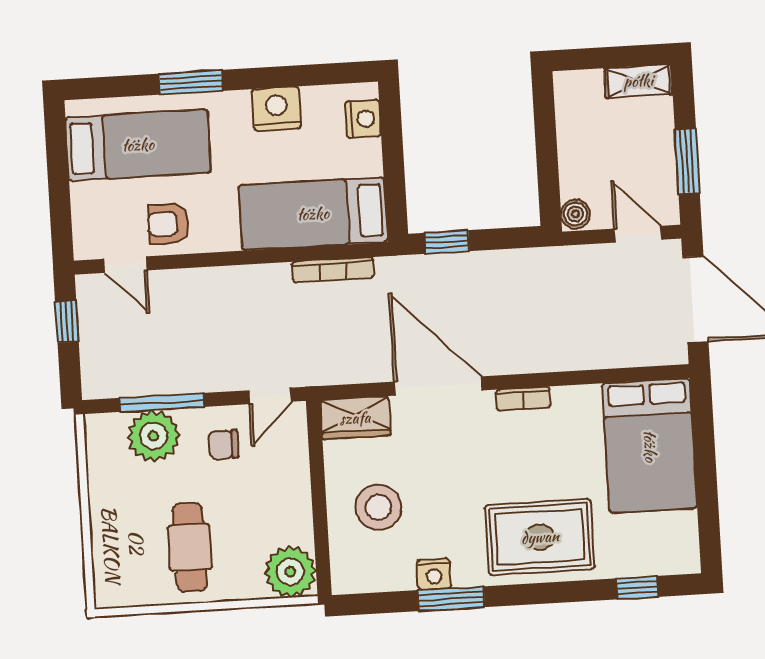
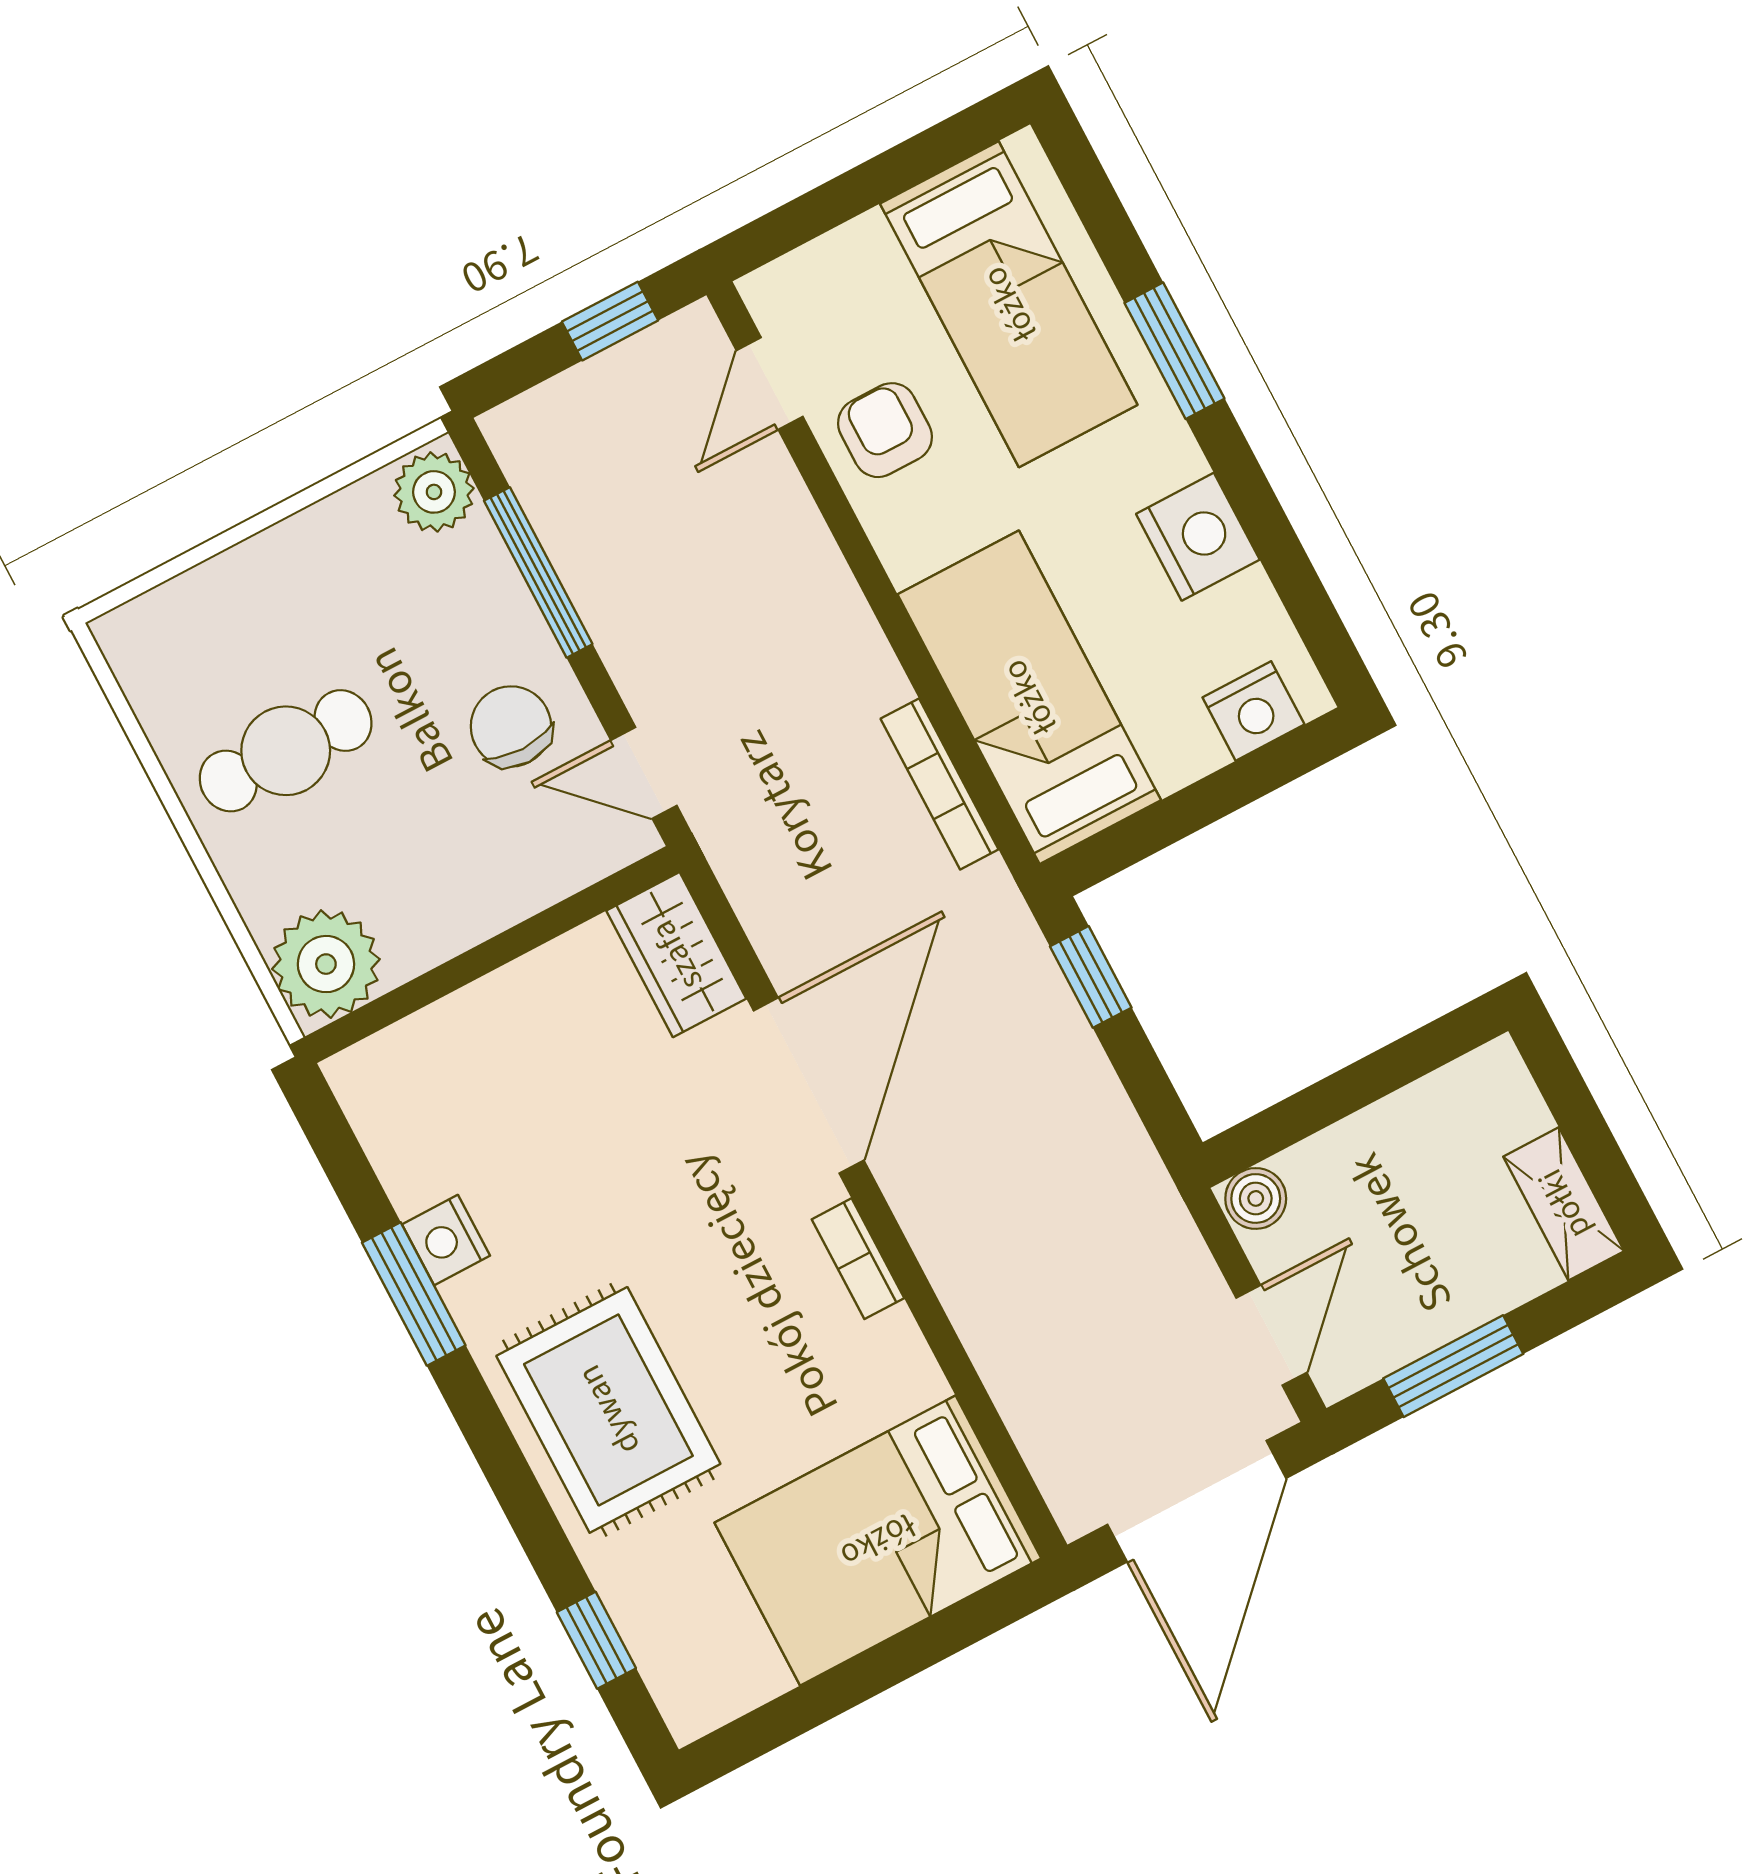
plant: (153, 436) -> (434, 492), moved, width x0.73, depth x0.73
chair: (223, 445) -> (511, 726), width x1.37, depth x1.37
stool: (378, 507) -> (525, 1076), removed

